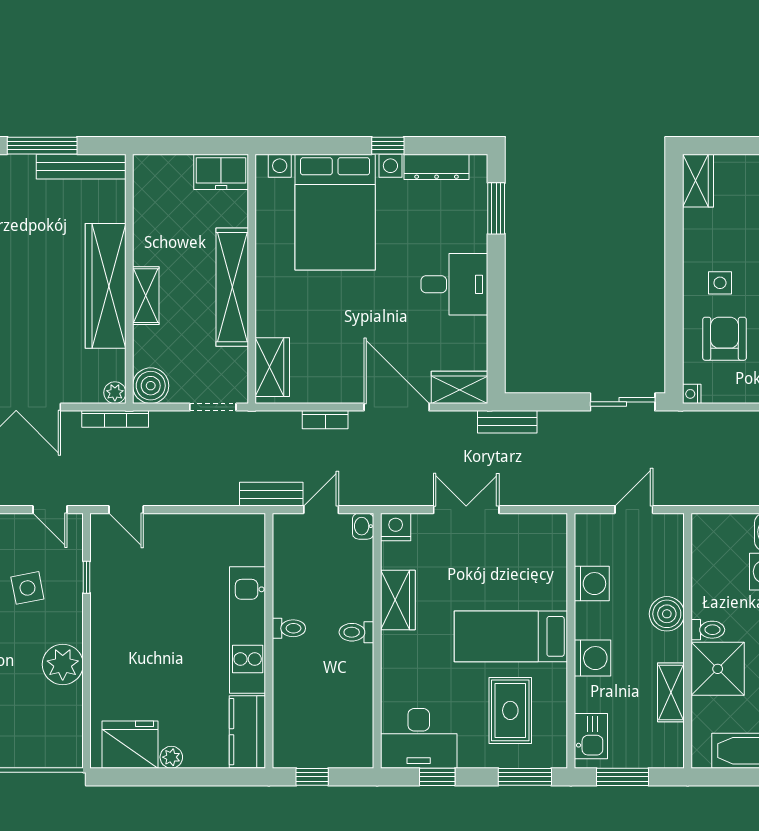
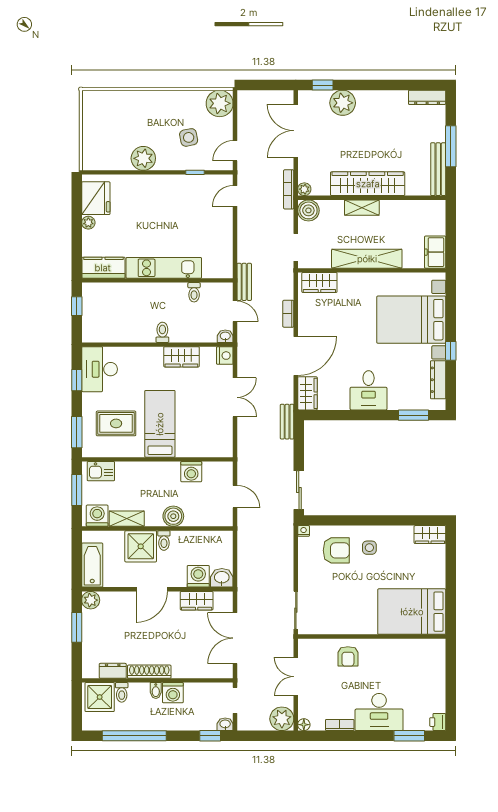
toilet: (289, 628) -> (194, 292), moved
washing machine: (592, 658) -> (97, 516), moved, turned 180

